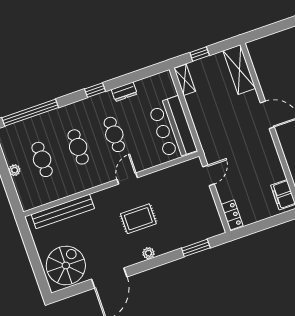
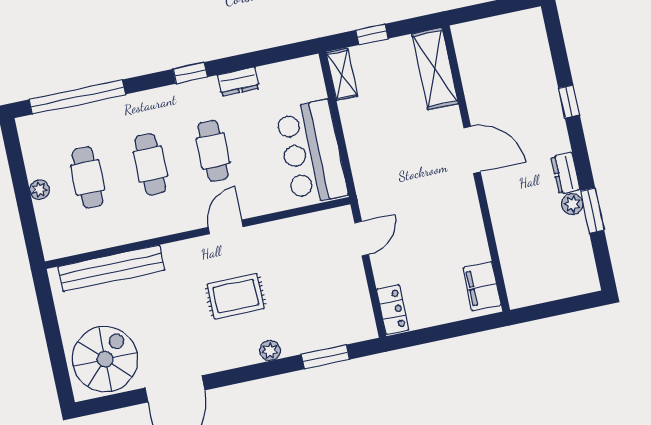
plant: (149, 253) -> (270, 351), moved

